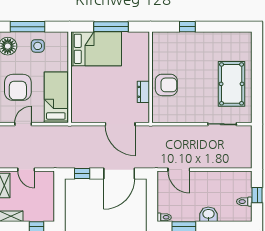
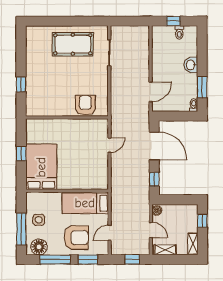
window: (111, 27) -> (21, 153), width x0.46
armchair: (166, 85) -> (85, 105), moved
dresser: (143, 92) -> (80, 124), removed
door: (23, 124) -> (110, 233), hinge flipped
door: (120, 124) -> (109, 145), width x0.53
door: (26, 170) -> (151, 230), hinge flipped
boiler: (48, 176) -> (157, 210), added

